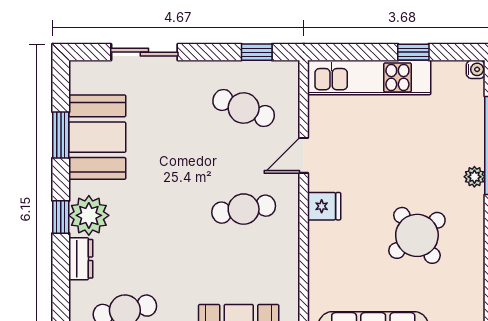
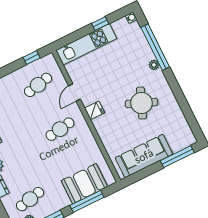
cafe table: (244, 108) -> (38, 85), turned -33
round table: (417, 235) -> (141, 103), turned -31

